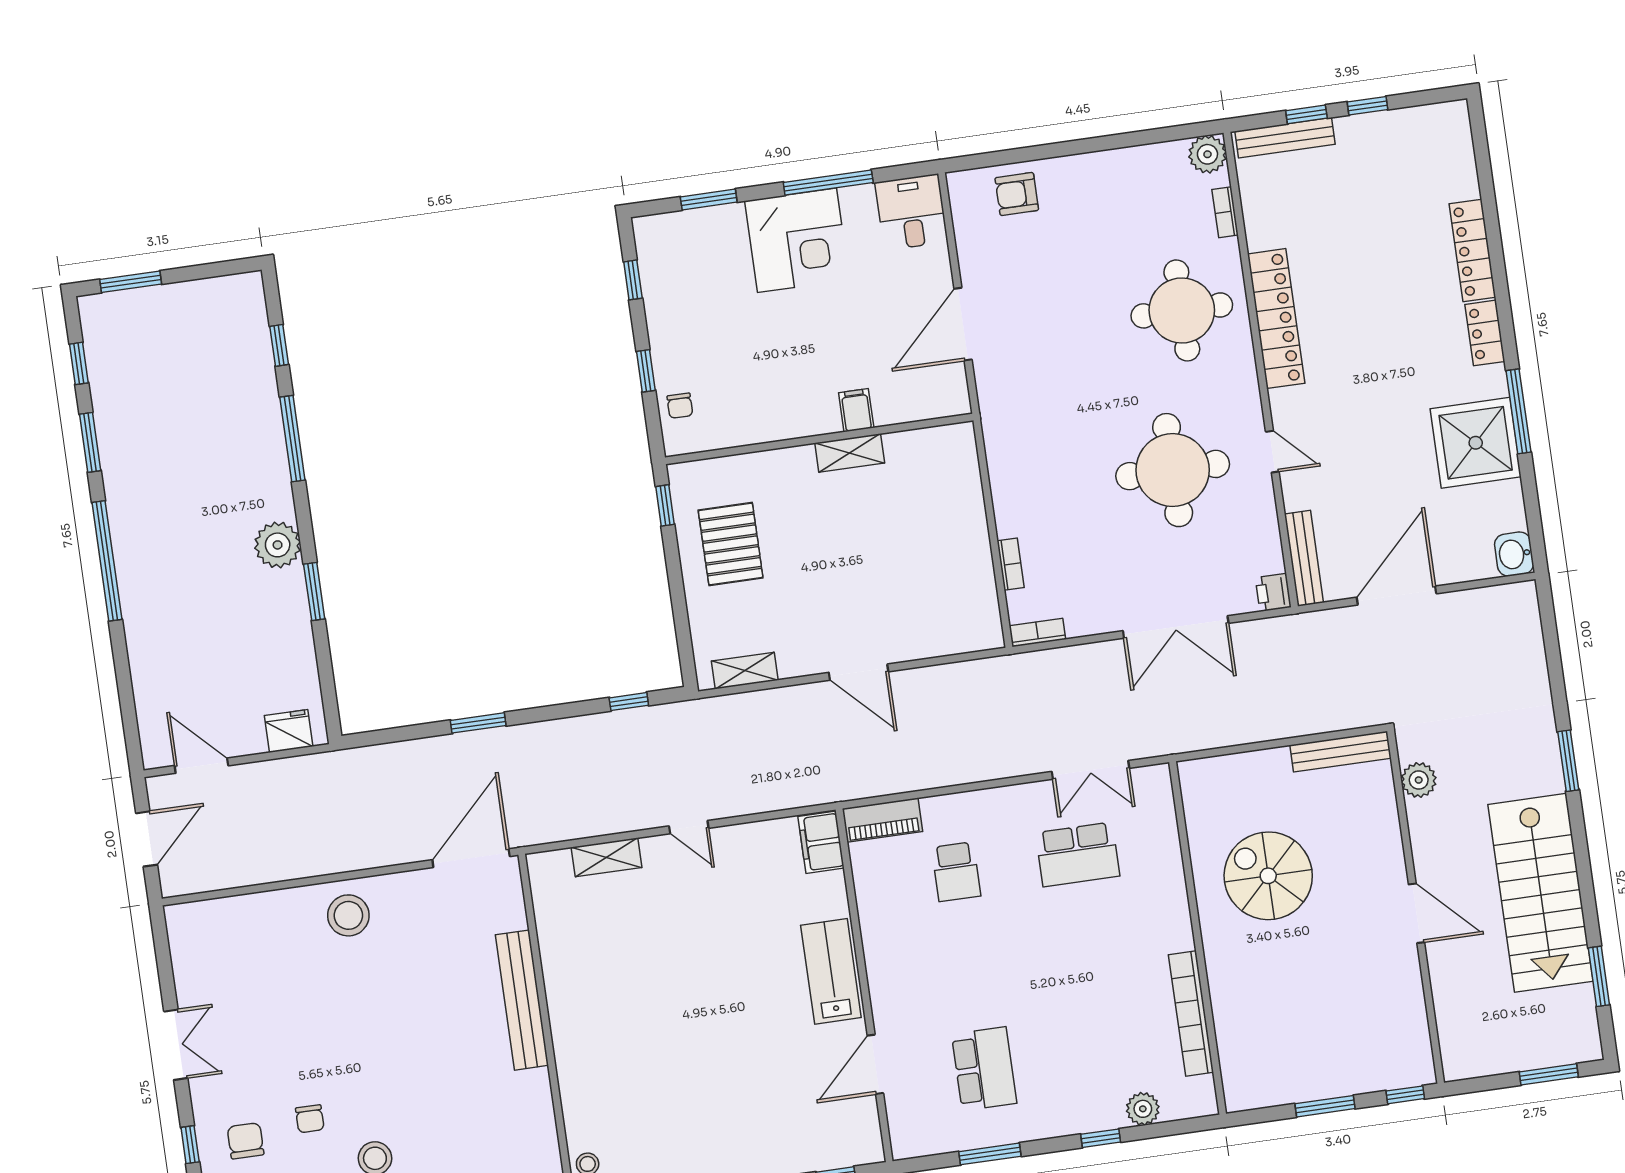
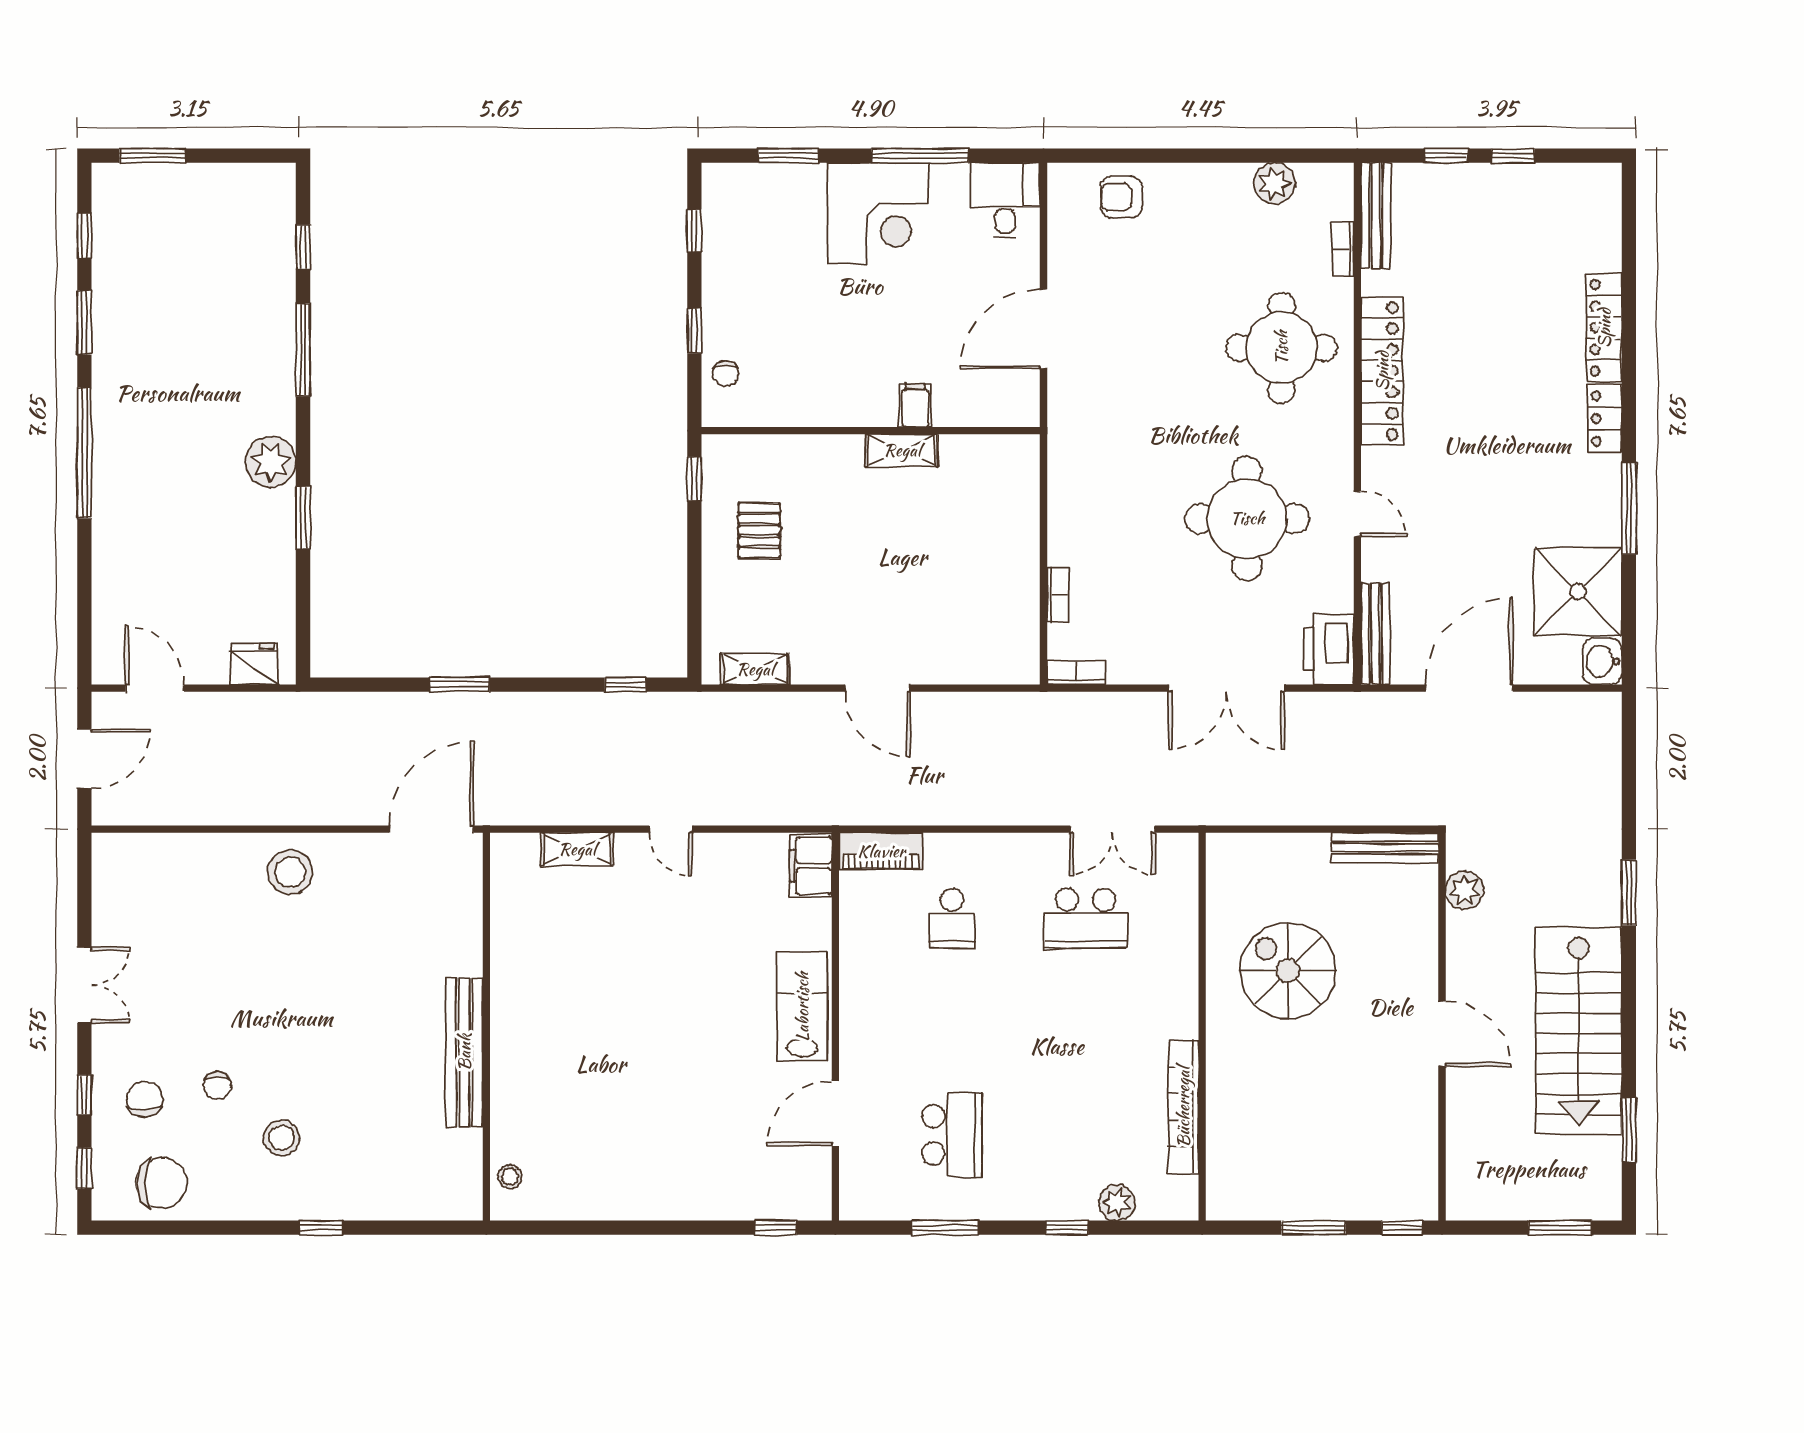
bench: (1285, 138) -> (1376, 216), moved, turned 90
plant: (1207, 154) -> (1274, 183), moved
shower: (1476, 443) -> (1578, 592), moved
pallet: (731, 544) -> (759, 530), width x0.67, depth x0.71
printer: (1273, 592) -> (1329, 649), width x1.87, depth x1.48
bench: (522, 1000) -> (464, 1052), moved

